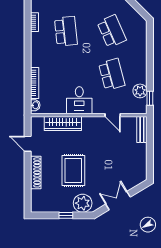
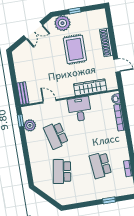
school desk: (112, 31) -> (62, 172), turned 33

